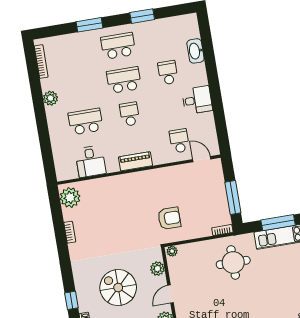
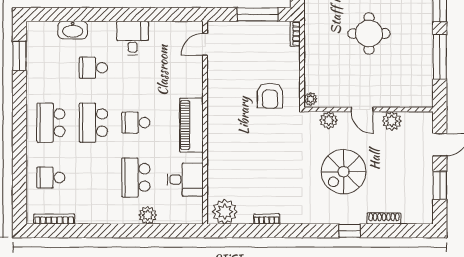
window: (142, 16) -> (20, 56), moved
window: (90, 25) -> (20, 153), removed
plant: (50, 98) -> (148, 215), moved
school desk: (179, 141) -> (51, 177), moved
piano: (135, 161) -> (191, 125), width x1.37, depth x1.33
armchair: (169, 218) -> (270, 96), turned 180
round table: (233, 262) -> (369, 33), moved

